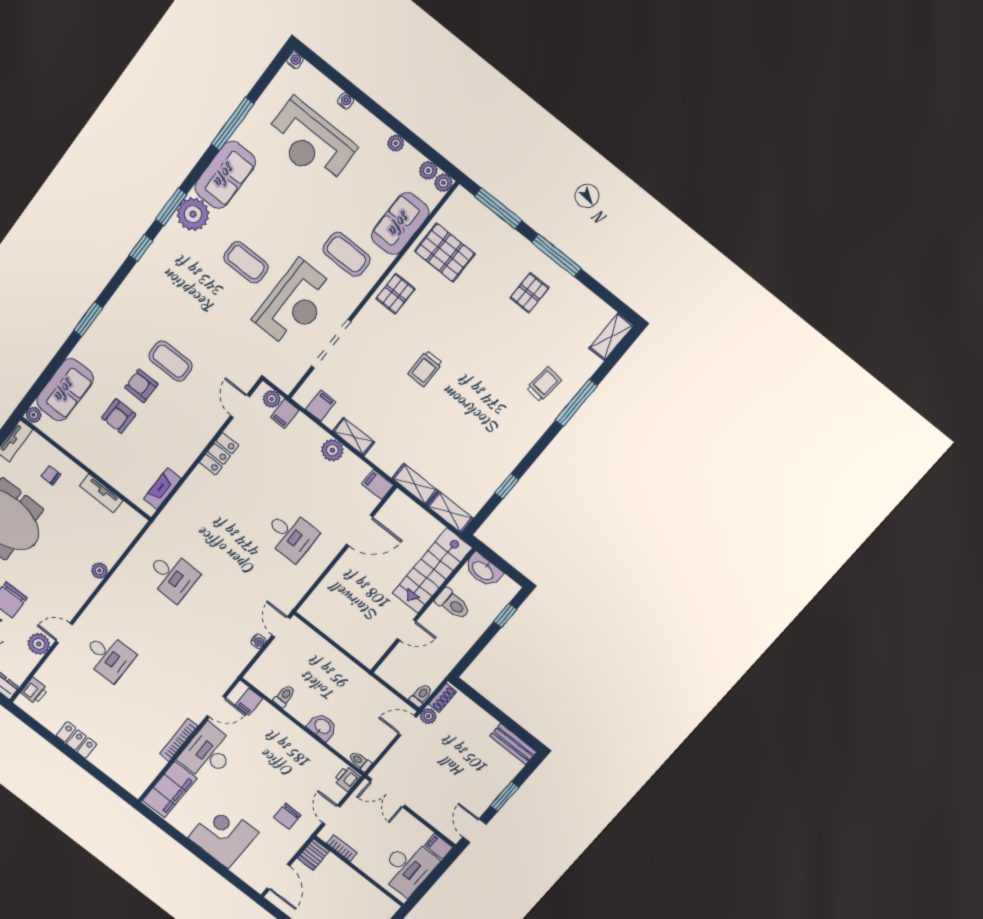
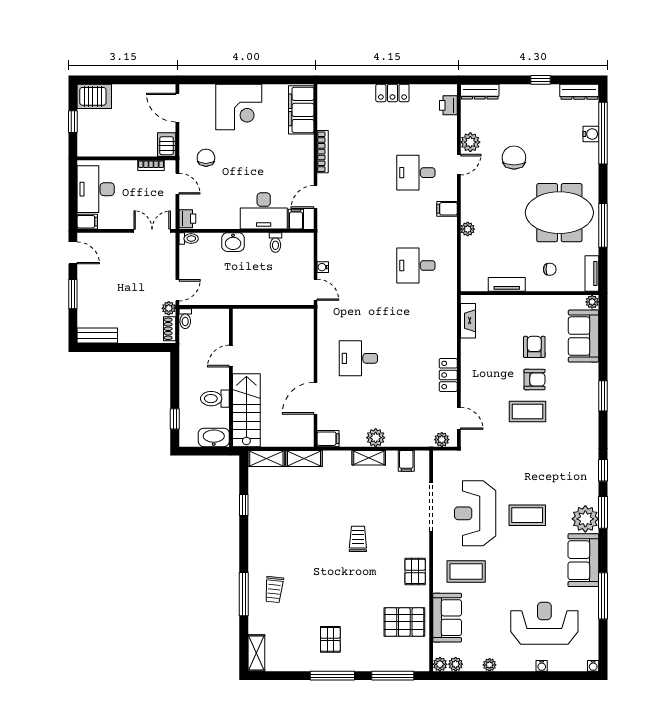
filing cabinet: (285, 414) -> (447, 209), moved, turned -90
desk: (208, 753) -> (264, 211), moved, turned 90

